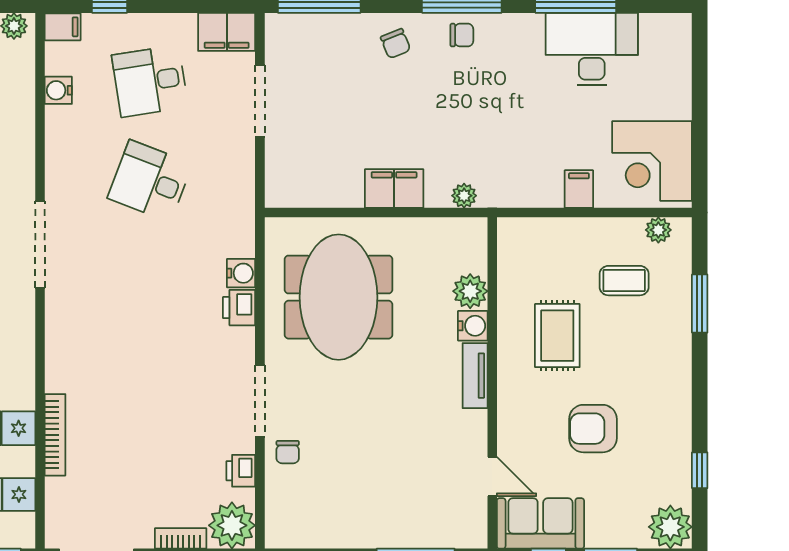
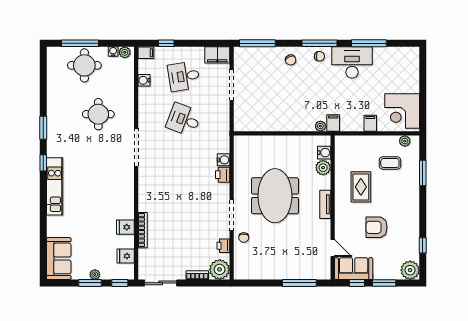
desk: (592, 49) -> (352, 62), moved
filing cabinet: (394, 188) -> (333, 123), moved, width x0.50
meeting table: (339, 297) -> (275, 196), moved
water cooler: (473, 326) -> (324, 153), moved

